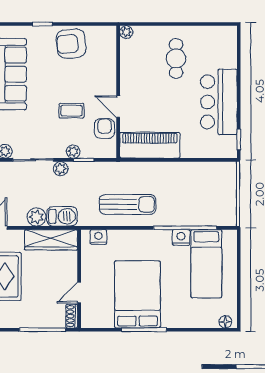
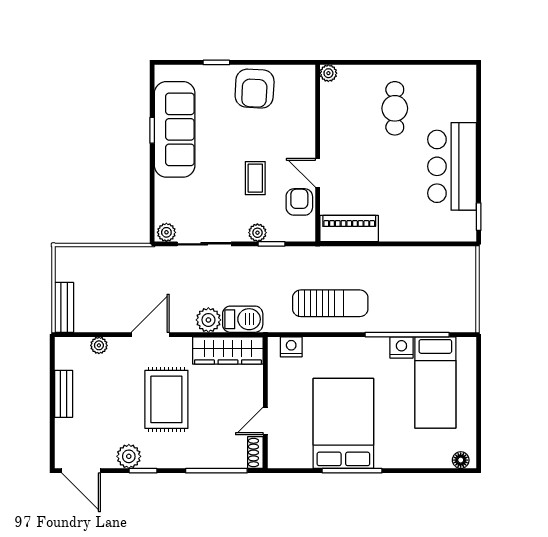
armchair: (71, 44) -> (255, 89), turned -81
coffee table: (71, 111) -> (255, 178), turned 90
piano: (150, 145) -> (349, 228), width x0.73, depth x0.75
plant: (61, 169) -> (241, 256), removed

